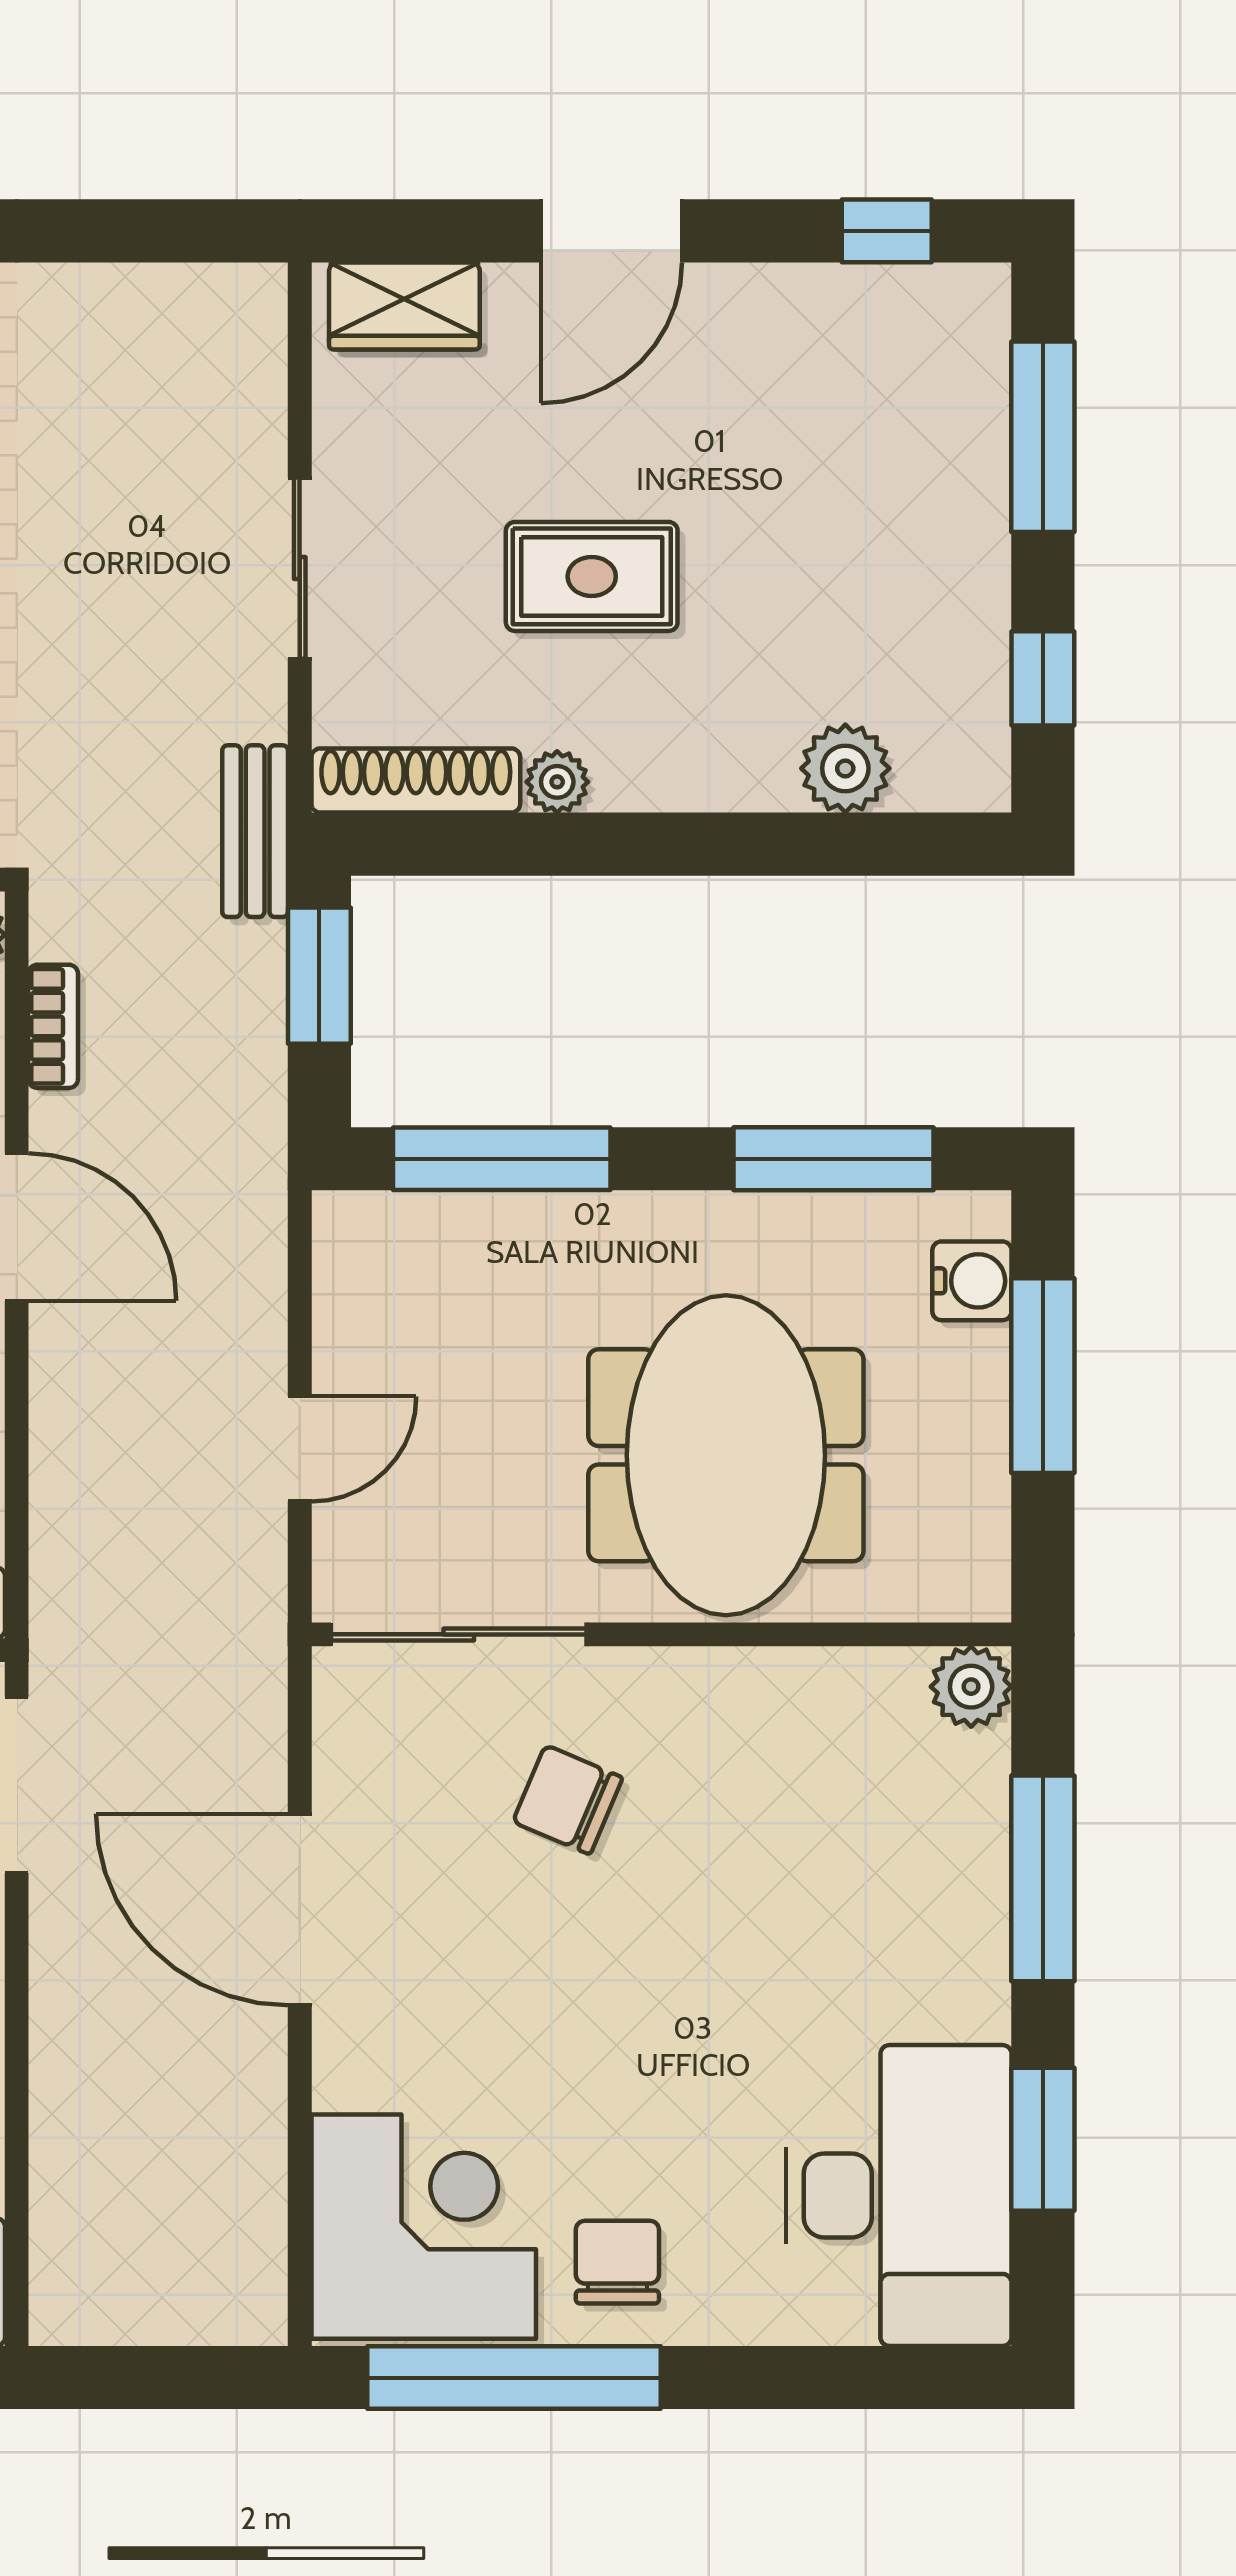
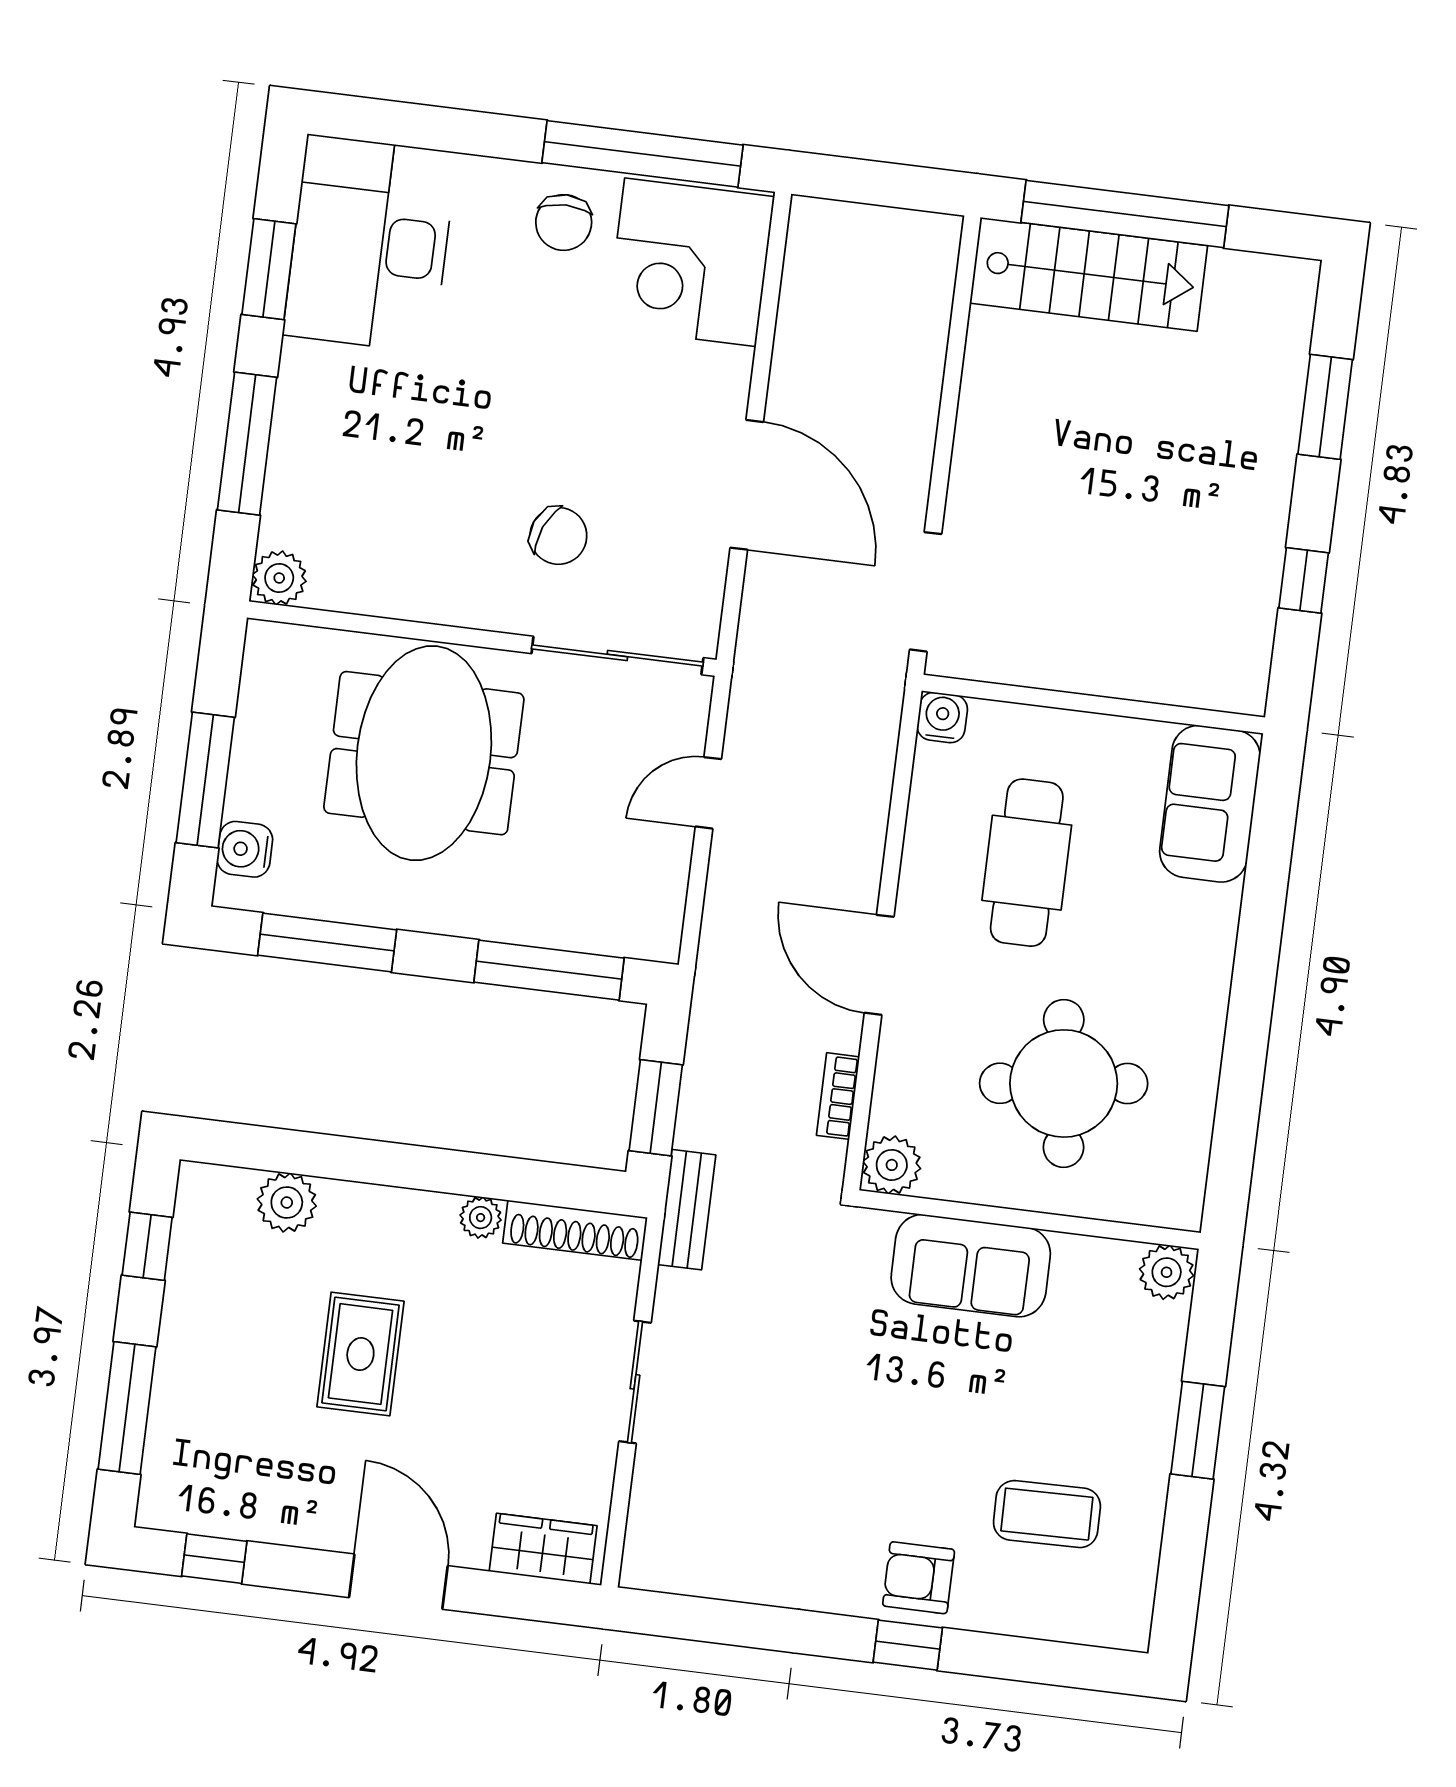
door: (611, 231) -> (398, 1582), hinge flipped
rug: (592, 576) -> (360, 1354), moved, turned 90

